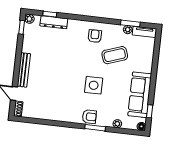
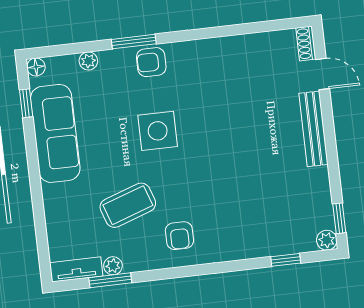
dresser: (54, 22) -> (273, 245), removed

